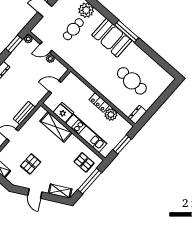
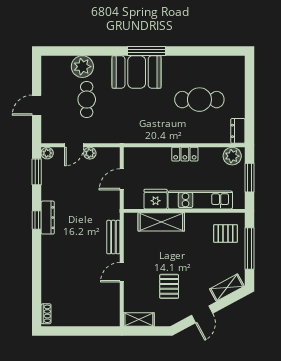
plant: (111, 115) -> (232, 156), moved
door: (35, 194) -> (202, 314), hinge flipped

